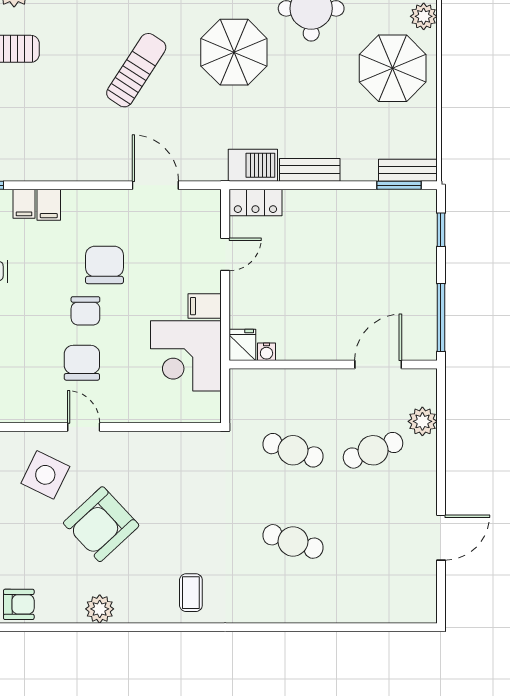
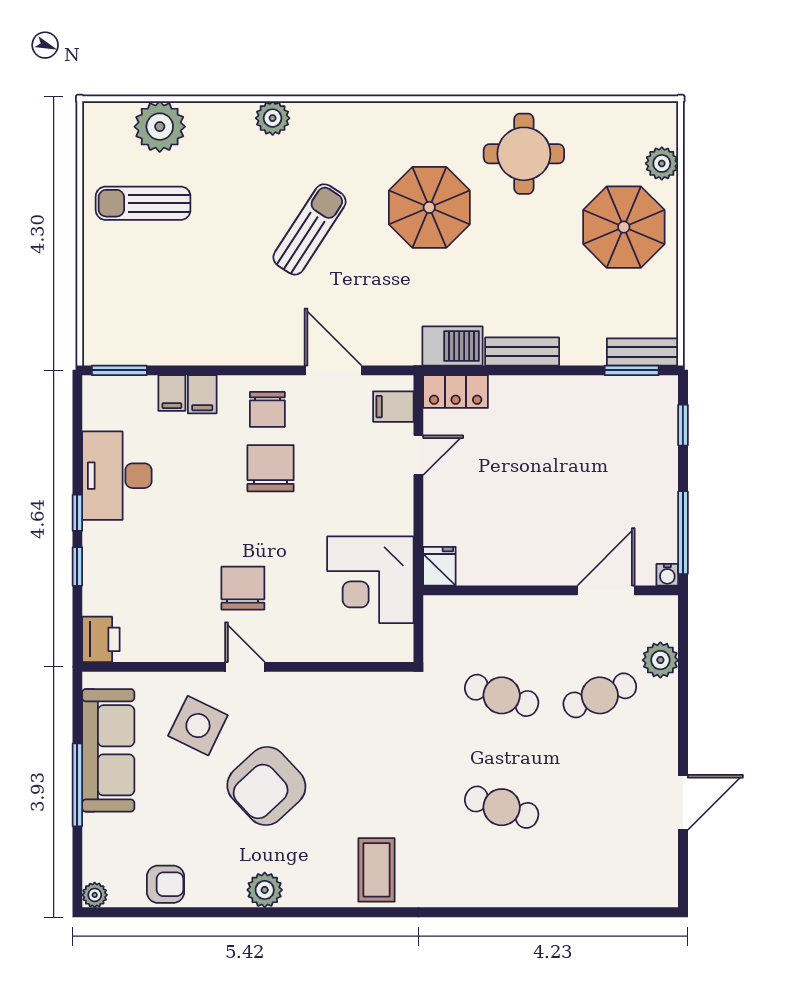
filing cabinet: (205, 306) -> (393, 407), moved
chair: (85, 311) -> (267, 409), moved
water cooler: (266, 352) -> (667, 575), moved
coffee table: (191, 593) -> (377, 870), width x1.36, depth x1.30

